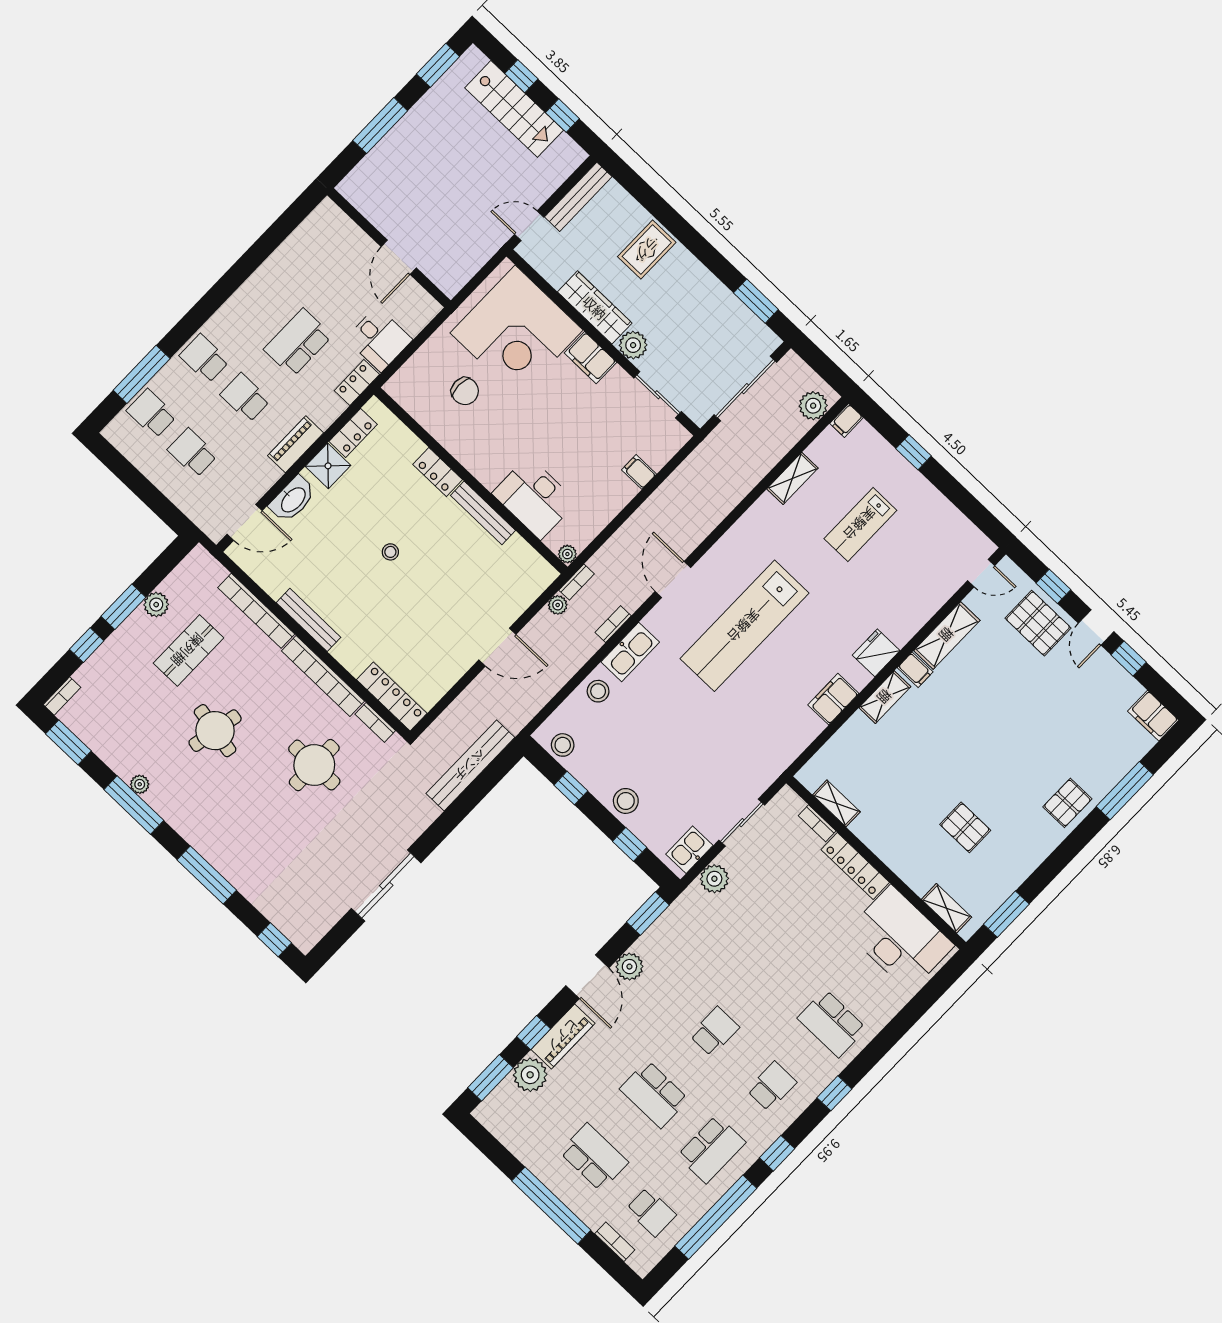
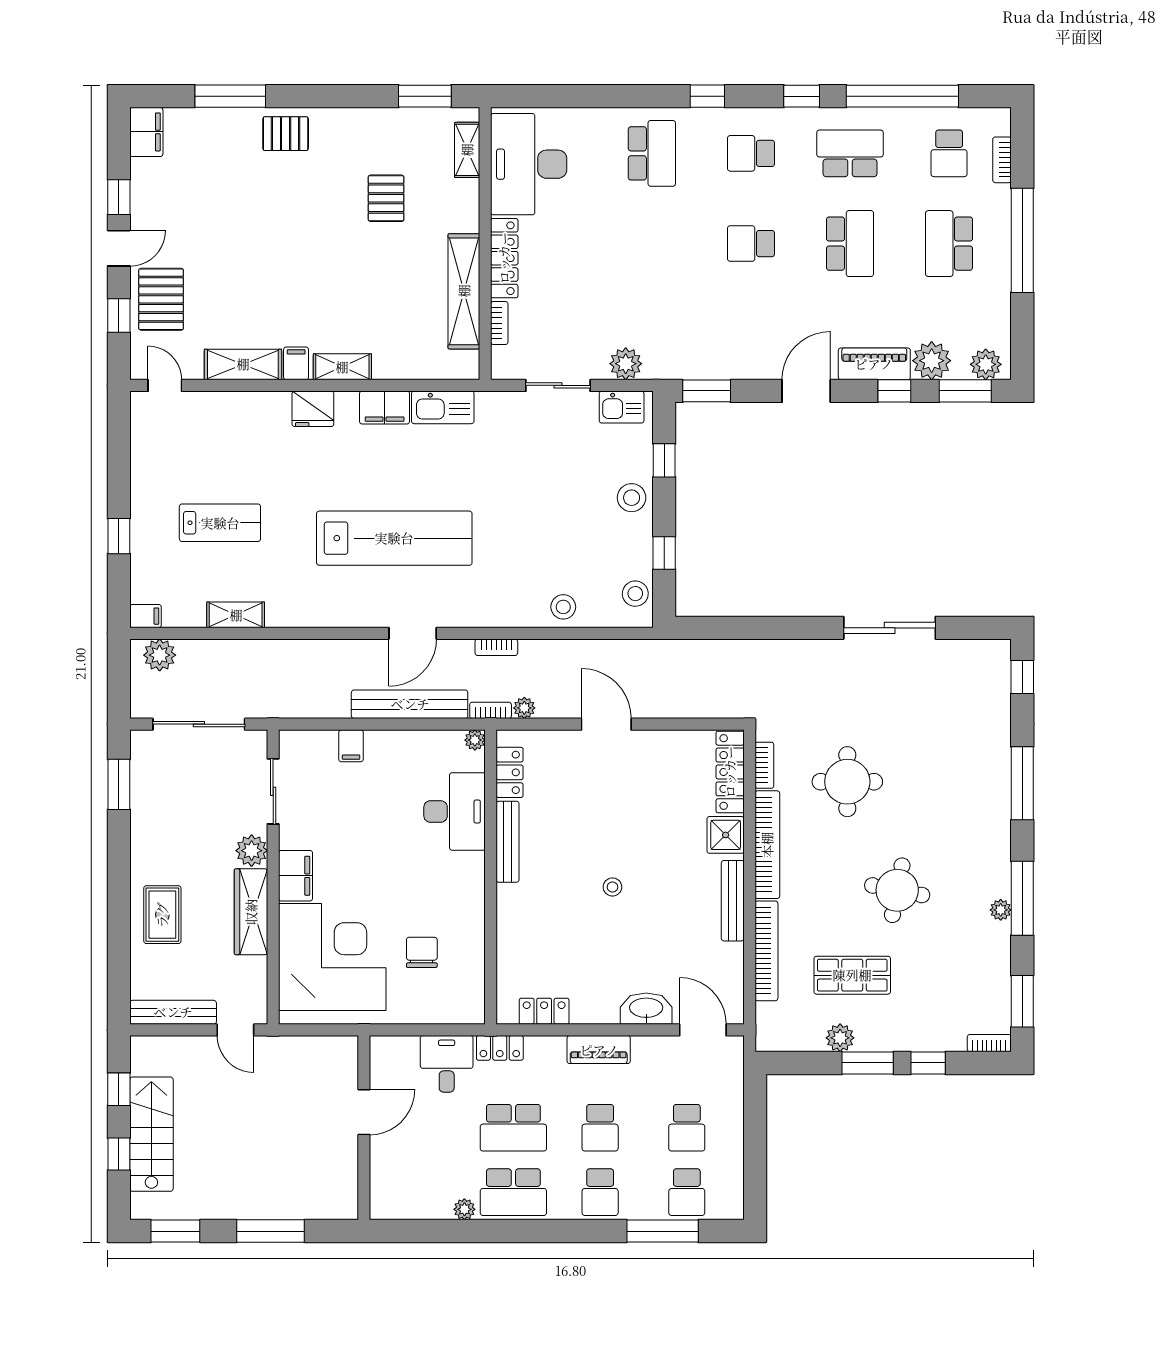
rug: (647, 249) -> (162, 915), turned 90
plant: (276, 262) -> (464, 1209), added
school desk: (257, 303) -> (513, 1192), added
shower: (328, 466) -> (726, 835), moved
locker: (438, 472) -> (510, 772), moved
kitchen sink: (630, 652) -> (443, 407), moved, turned 180
bench: (470, 765) -> (410, 704), moved
shelving: (836, 803) -> (464, 291), width x2.20, depth x1.33
plant: (629, 967) -> (986, 364), moved
school desk: (651, 1212) -> (949, 153), turned 180

